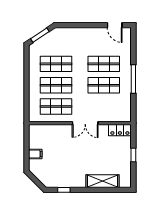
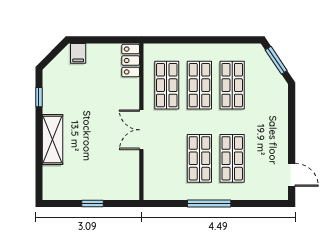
door: (115, 25) -> (292, 175), swing flipped
locker: (120, 130) -> (131, 61), moved
filing cabinet: (35, 154) -> (78, 53), moved
shelving: (103, 181) -> (52, 139), moved

